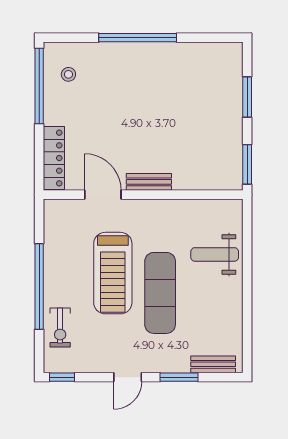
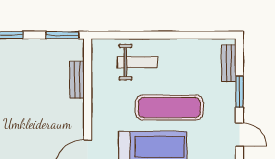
bench: (149, 182) -> (77, 80), moved
weight bench: (215, 254) -> (137, 62), turned -90

